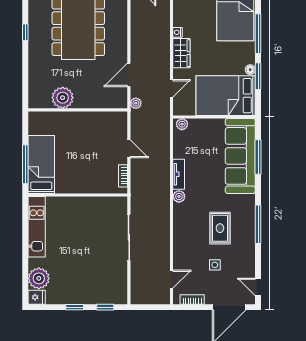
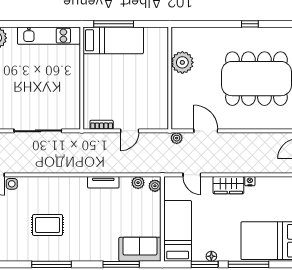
bed: (226, 96) -> (178, 231), width x0.67
sofa: (240, 156) -> (140, 249), width x0.54, depth x0.79
plant: (179, 196) -> (138, 183), moved
side table: (215, 265) -> (12, 184), moved

